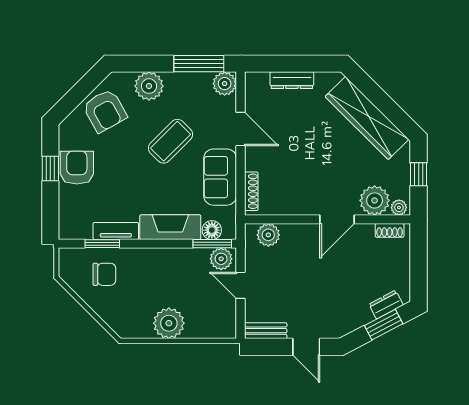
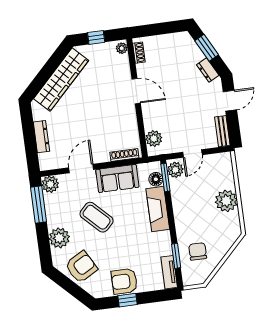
plant: (375, 200) -> (119, 66), removed
tv unit: (116, 231) -> (169, 272), moved
dresser: (386, 305) -> (208, 70), moved

